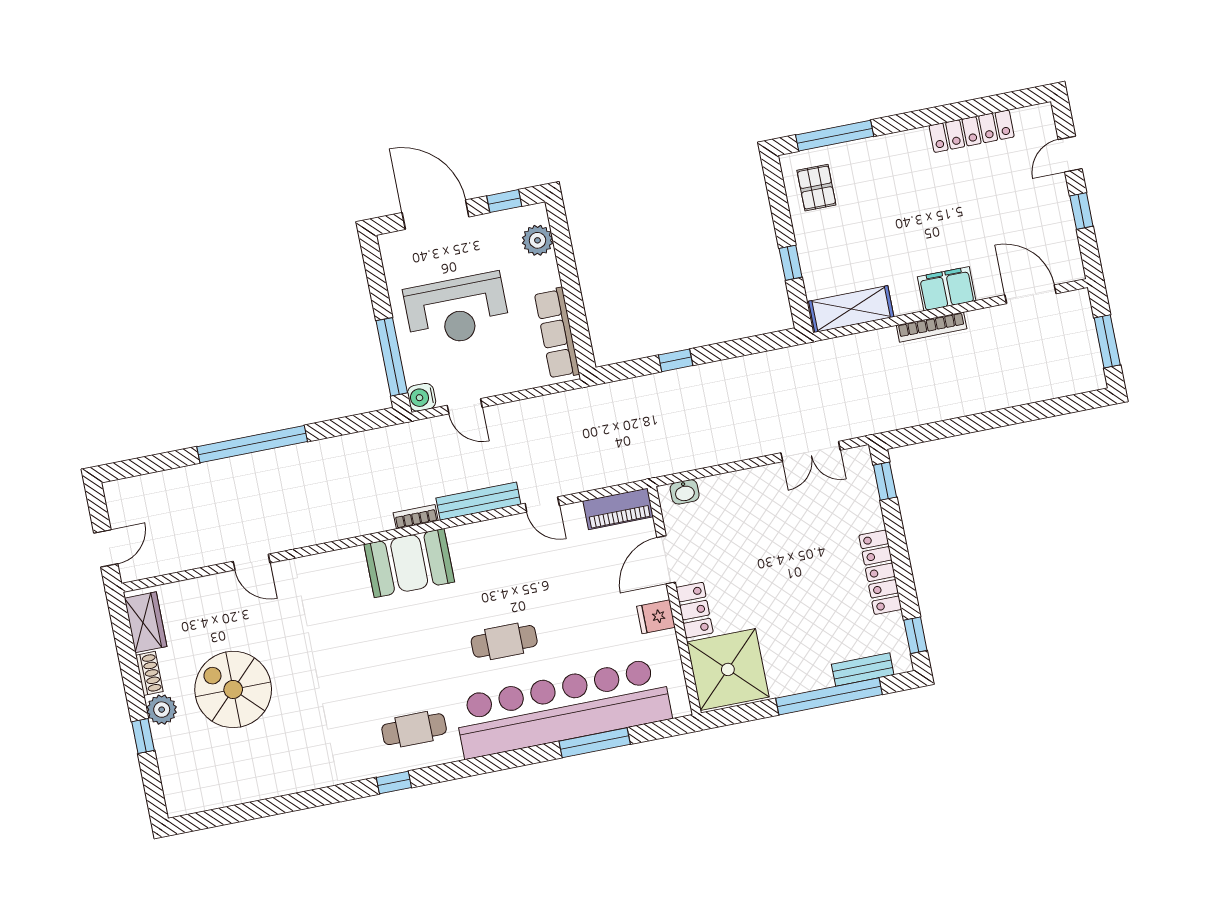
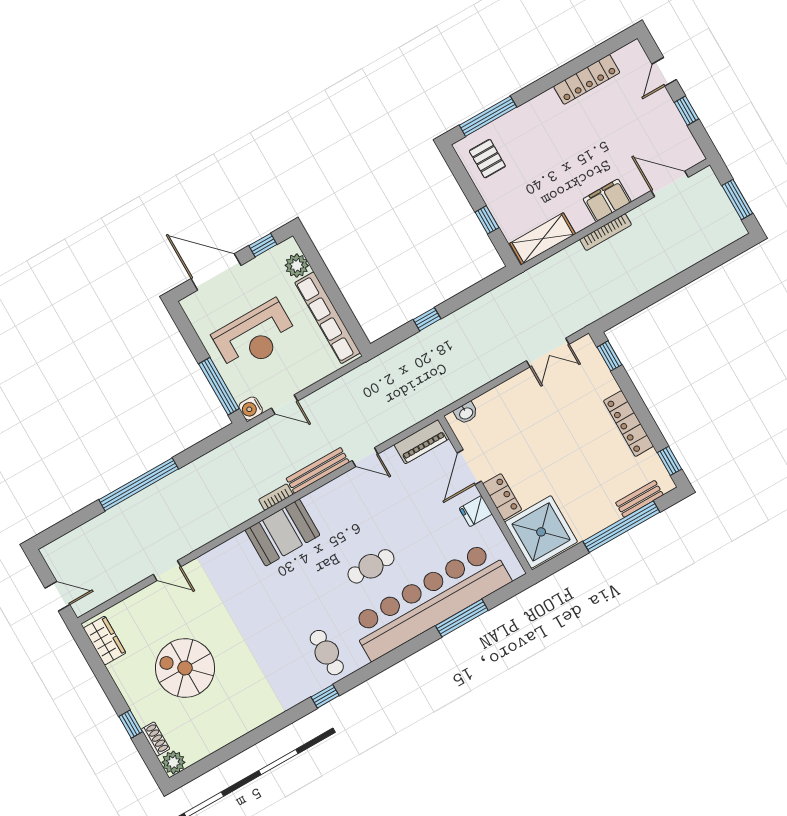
row of seats: (557, 333) -> (328, 318), width x1.36
door: (106, 548) -> (57, 596), hinge flipped
shoe rack: (149, 673) -> (155, 739), moved
plant: (162, 710) -> (173, 762), moved
cafe table: (414, 729) -> (327, 653), turned 90

